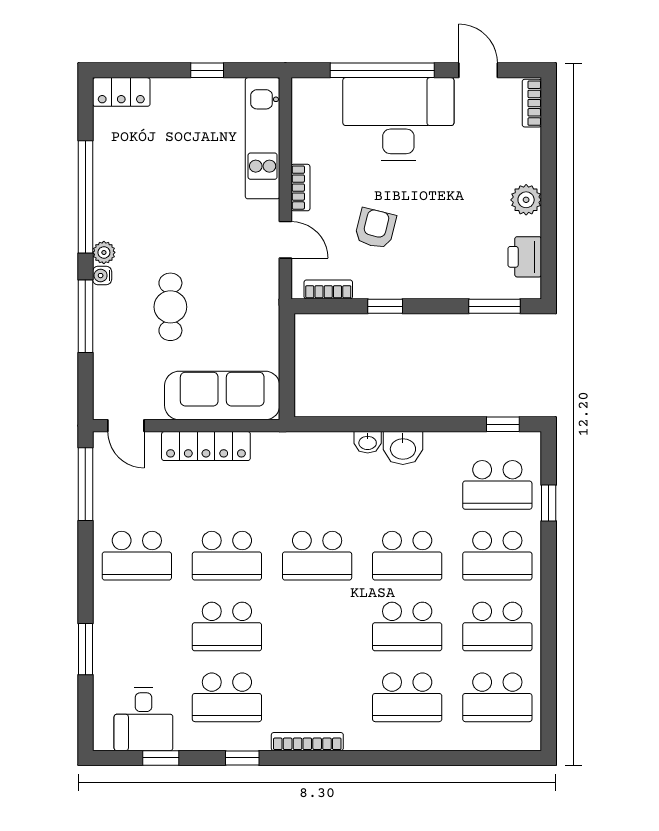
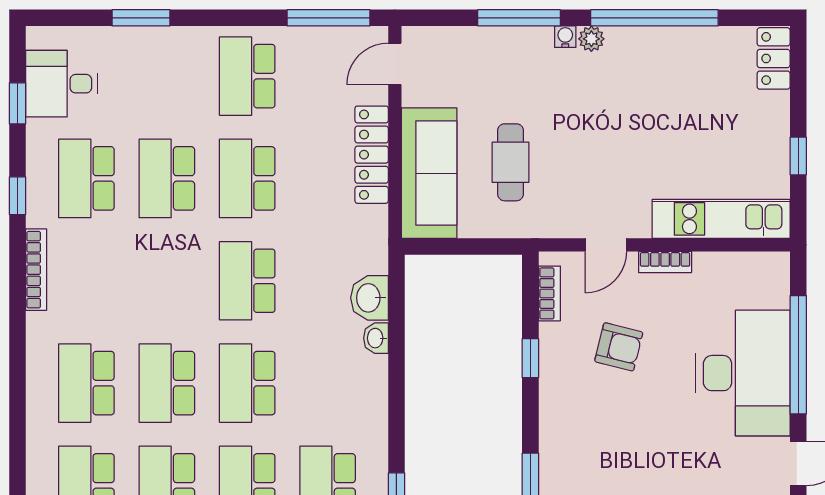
cafe table: (170, 307) -> (511, 162), moved, turned 90
washbasin: (403, 448) -> (369, 298), moved

